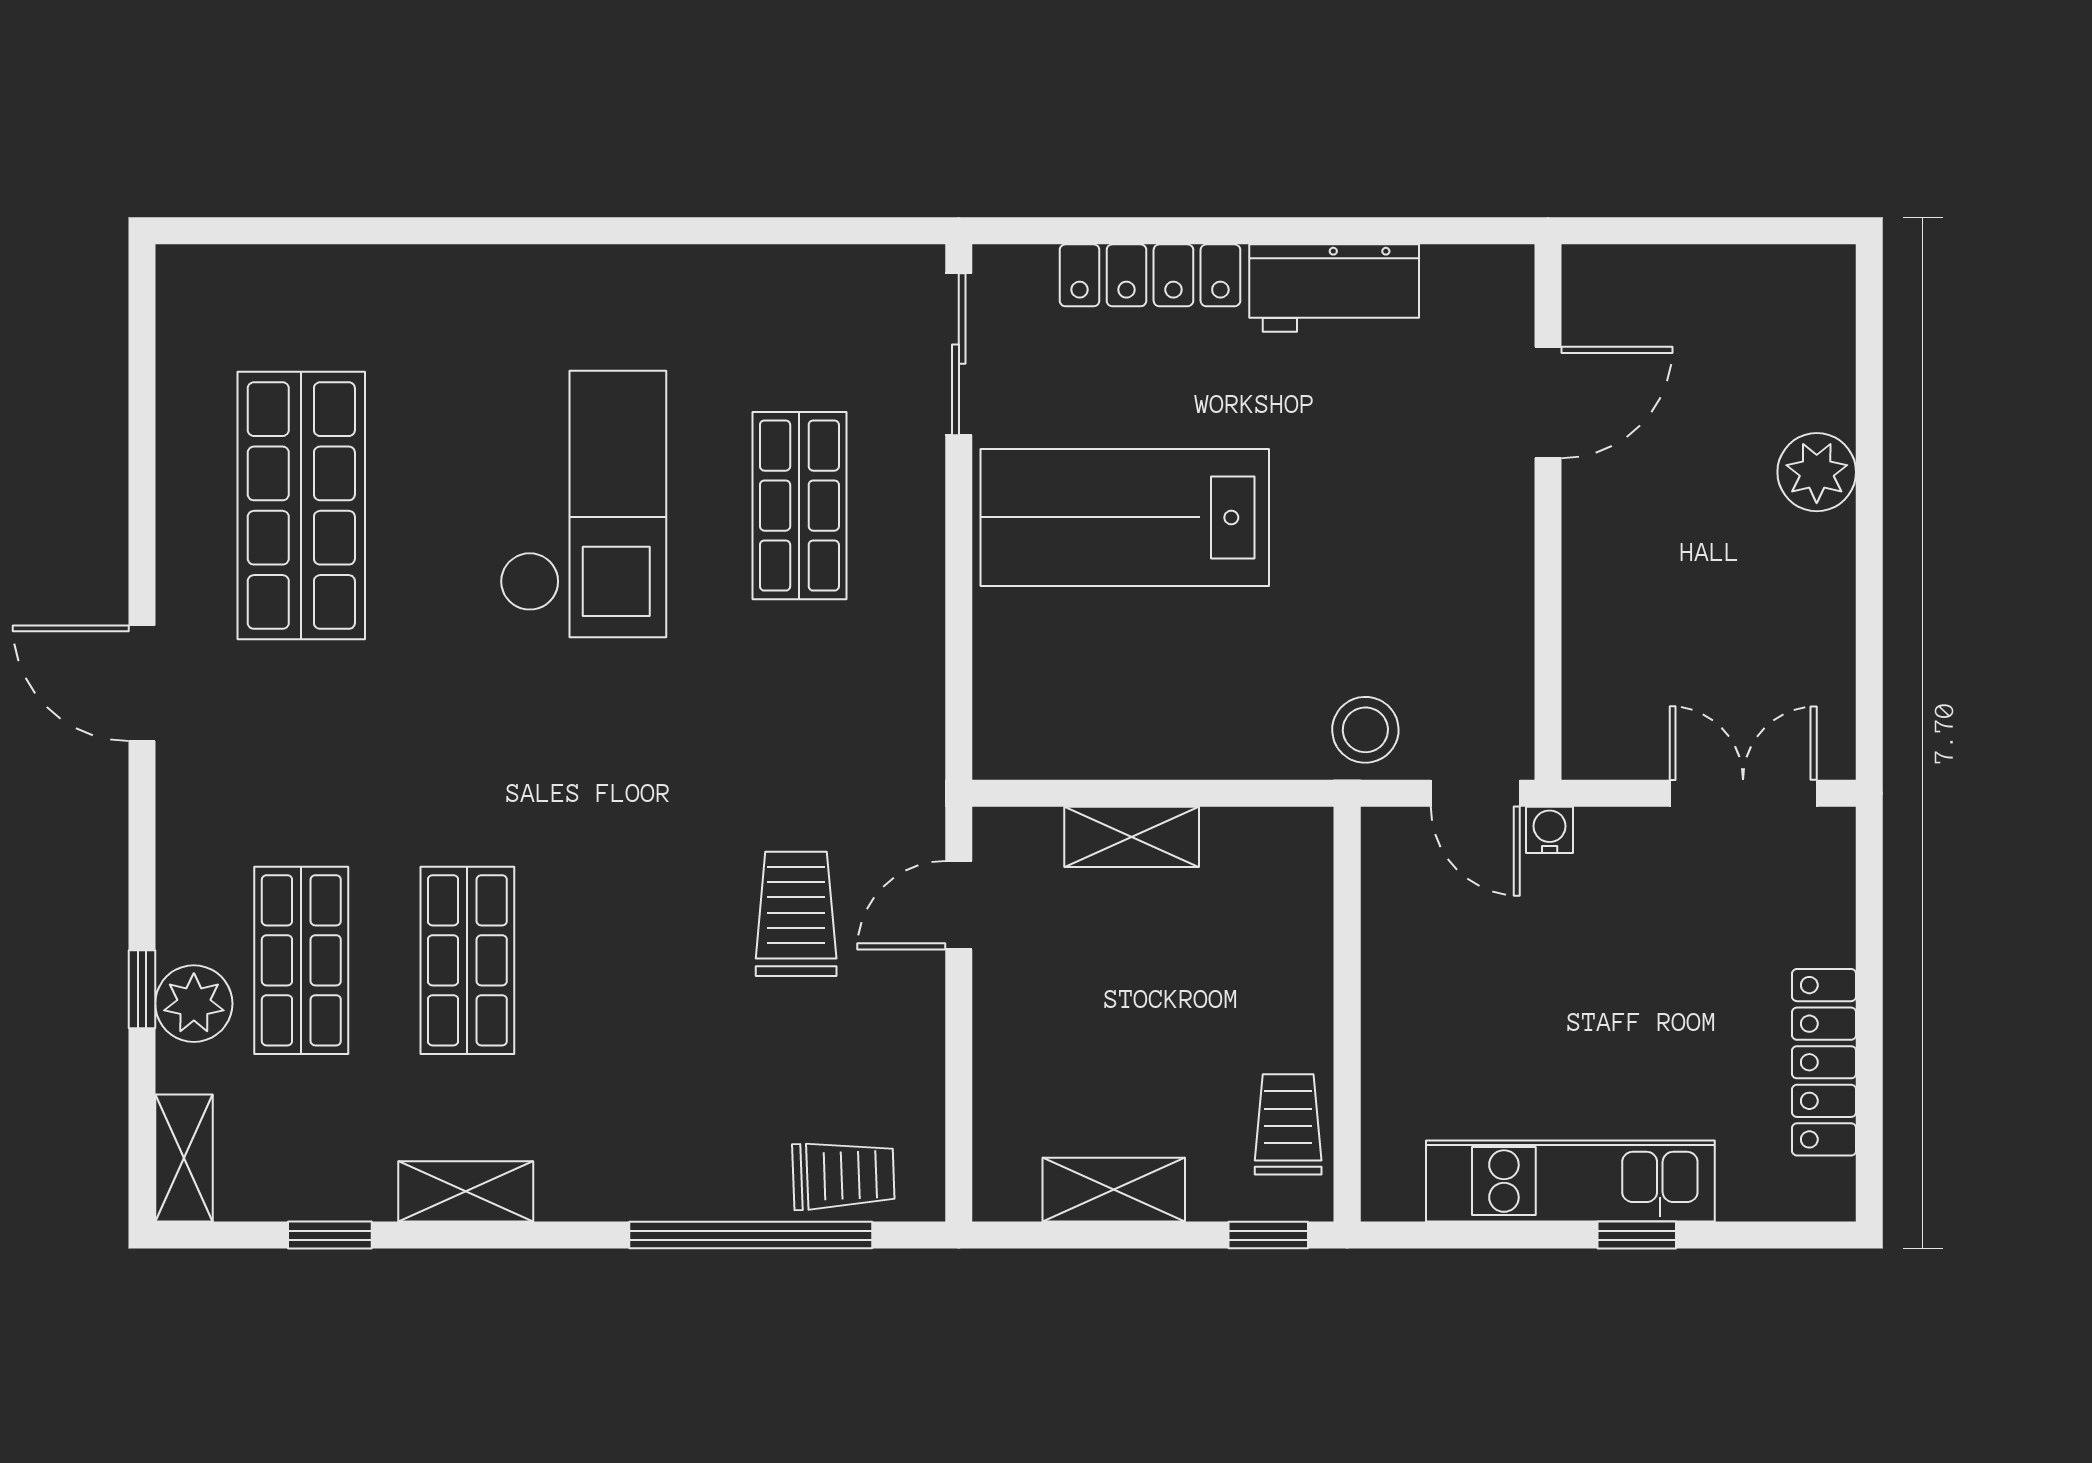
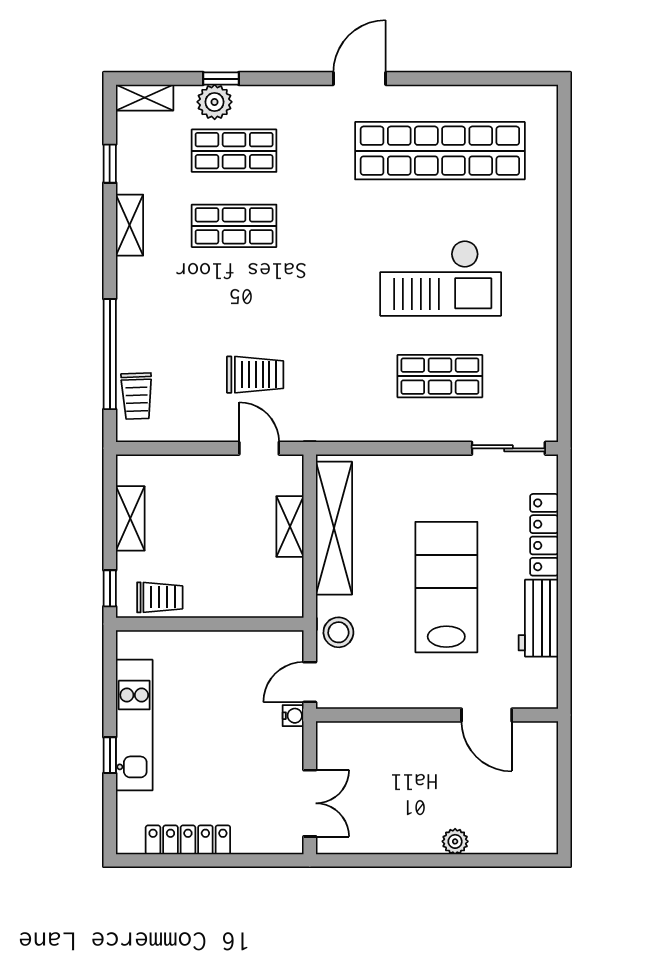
plant: (1817, 472) -> (455, 841), width x0.73, depth x0.73
shop shelf: (301, 506) -> (440, 151), width x1.40
lab bench: (1125, 517) -> (446, 587), moved
shelving: (1135, 740) -> (334, 528), added

